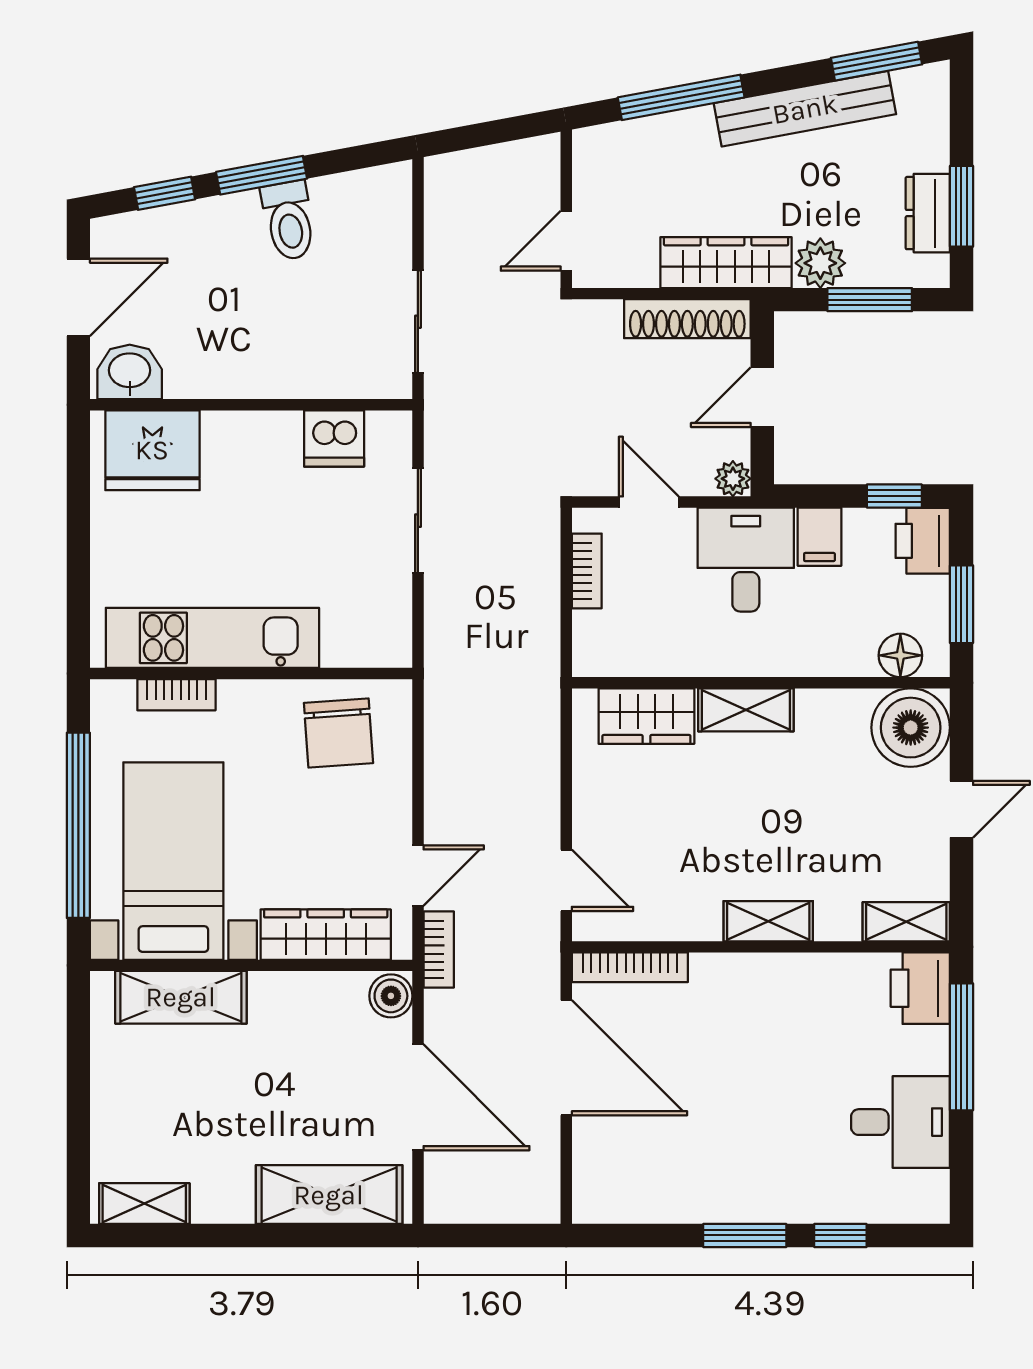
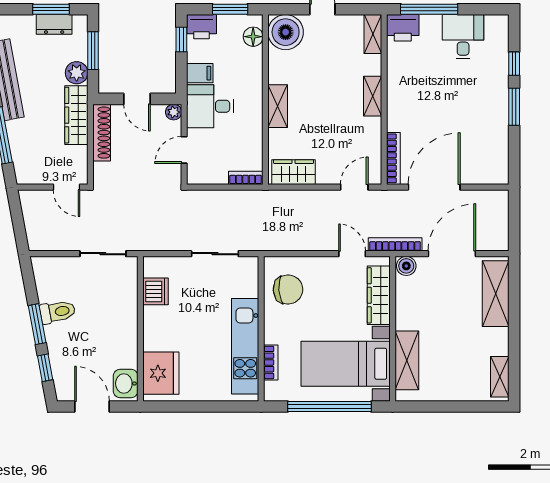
sliding door: (418, 521) -> (215, 254), moved
bookcase: (587, 571) -> (246, 178), moved
wardrobe: (646, 716) -> (294, 172), moved, turned -90
bookcase: (439, 950) -> (395, 244), width x1.56

